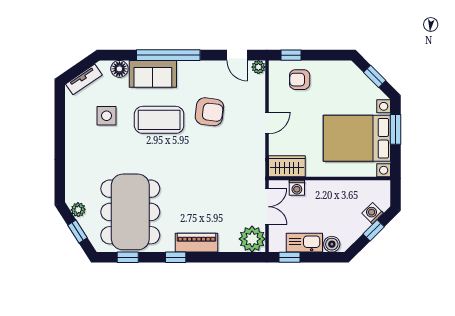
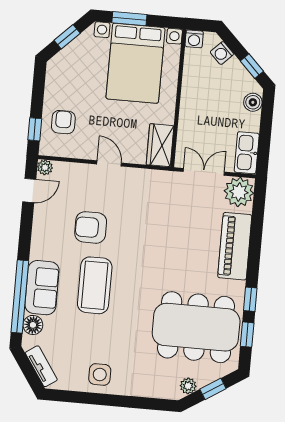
window: (168, 55) -> (20, 297), moved
armchair: (300, 80) -> (63, 122), turned 180
armchair: (209, 112) -> (91, 227), turned -97
side table: (107, 116) -> (100, 374), moved
washing machine: (297, 188) -> (194, 39), moved, turned 90
window: (374, 230) -> (252, 66), moved
piano: (197, 243) -> (235, 246), width x1.37, depth x1.33
kitchen sink: (304, 243) -> (247, 153), moved
window: (176, 257) -> (250, 299), moved
window: (290, 257) -> (263, 151), removed

